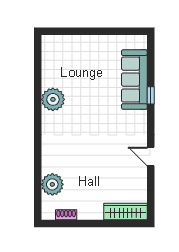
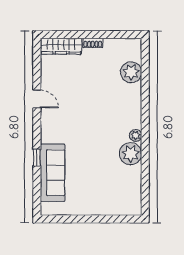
plant: (48, 118) -> (136, 135), added
shoe rack: (66, 215) -> (93, 43), moved

